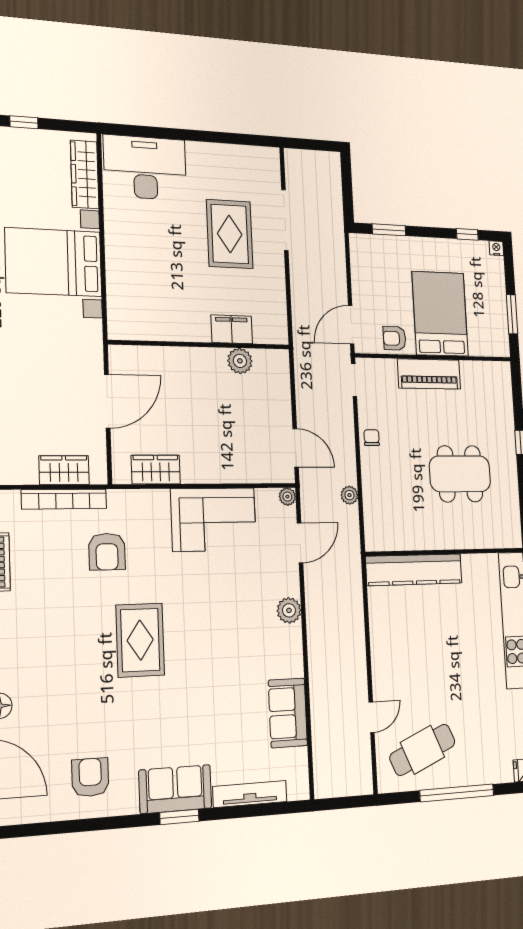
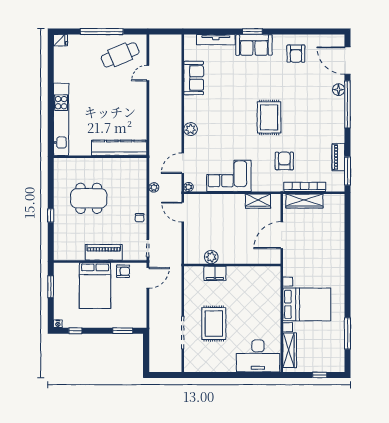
wardrobe: (64, 470) -> (304, 201), width x1.50

